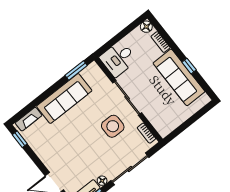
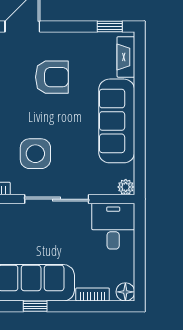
plant: (94, 68) -> (126, 187), added
window: (76, 70) -> (140, 163), removed
armchair: (68, 148) -> (52, 77), added

